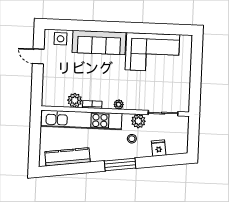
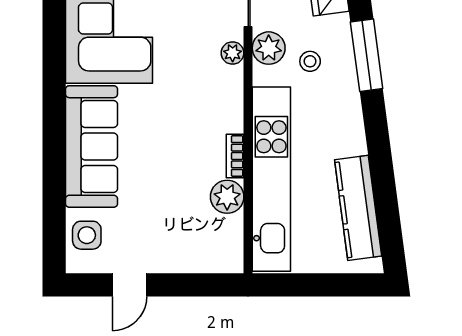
plant: (119, 104) -> (233, 53), moved
window: (120, 165) -> (367, 55), moved

